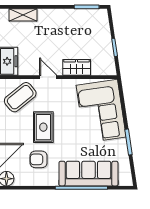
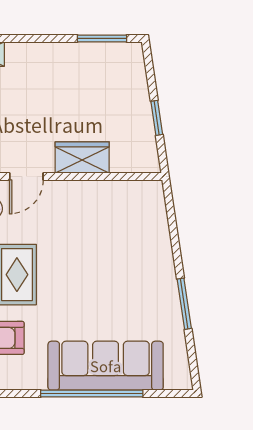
door: (48, 77) -> (26, 177), swing flipped
corner sofa: (101, 111) -> (130, 243), removed

